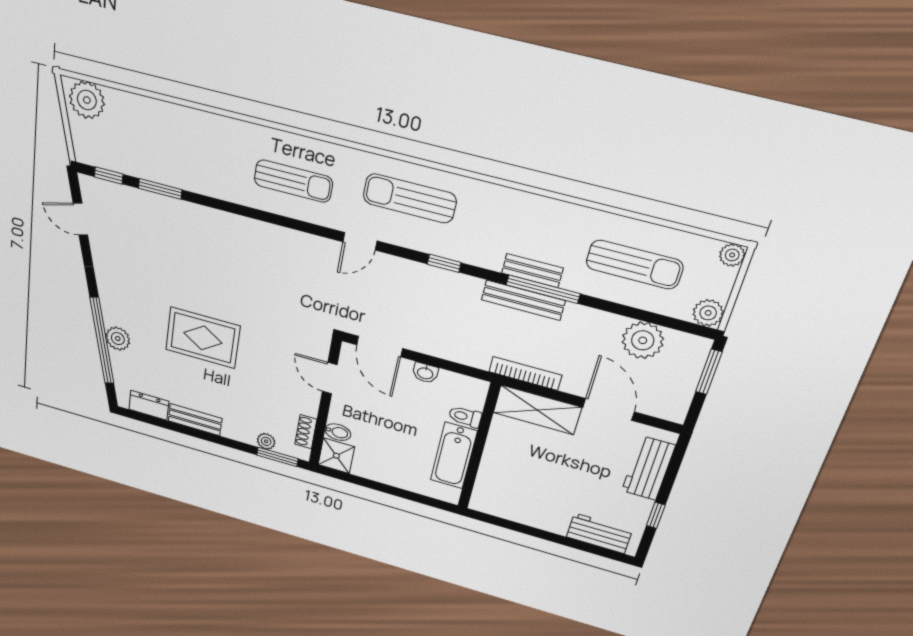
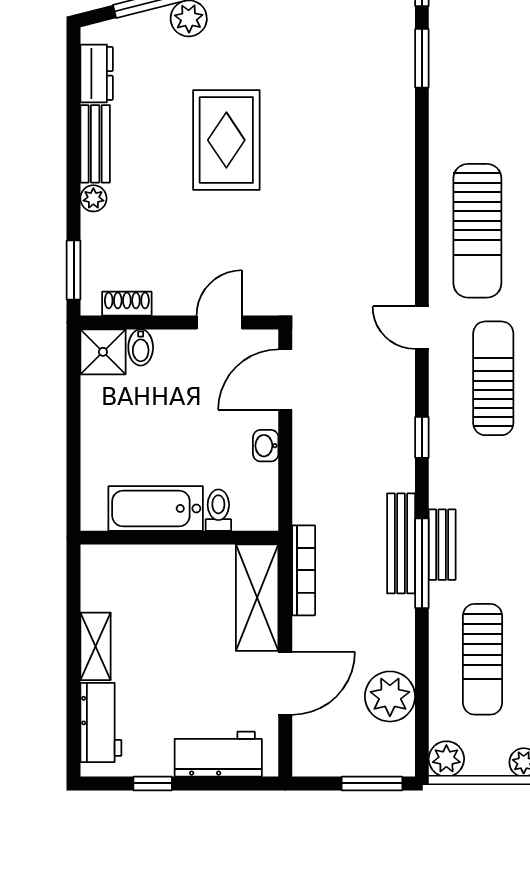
sun lounger: (293, 181) -> (477, 231), width x1.36, depth x1.34
plant: (266, 441) -> (93, 198), moved
shelving: (543, 520) -> (96, 646), added

